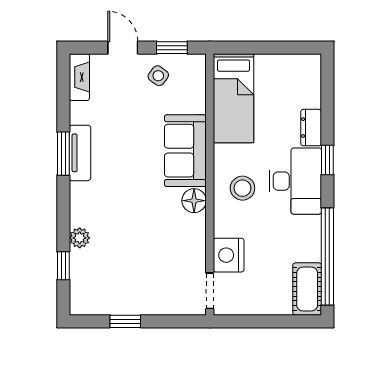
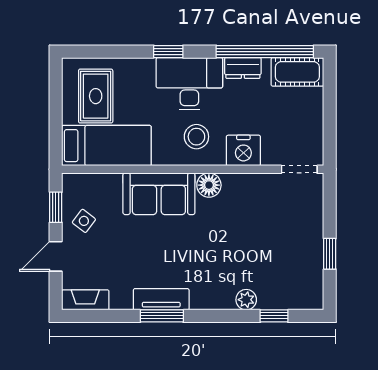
rug: (283, 87) -> (96, 96), added
dresser: (311, 128) -> (243, 68), moved
nightstand: (229, 255) -> (243, 150), moved

